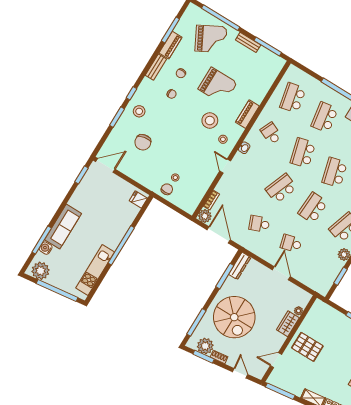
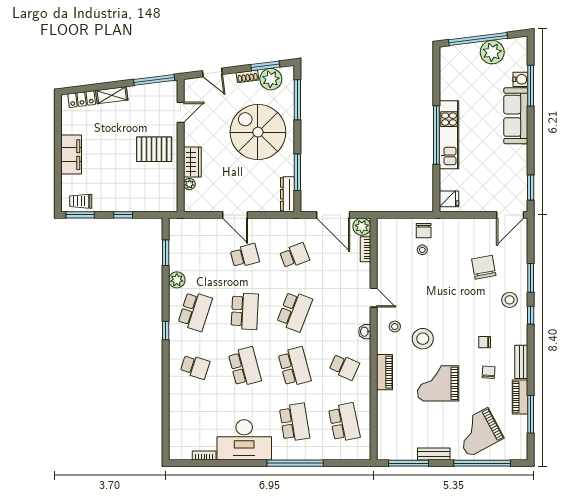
kitchen unit: (95, 270) -> (449, 135), moved
plant: (41, 271) -> (492, 52), moved

